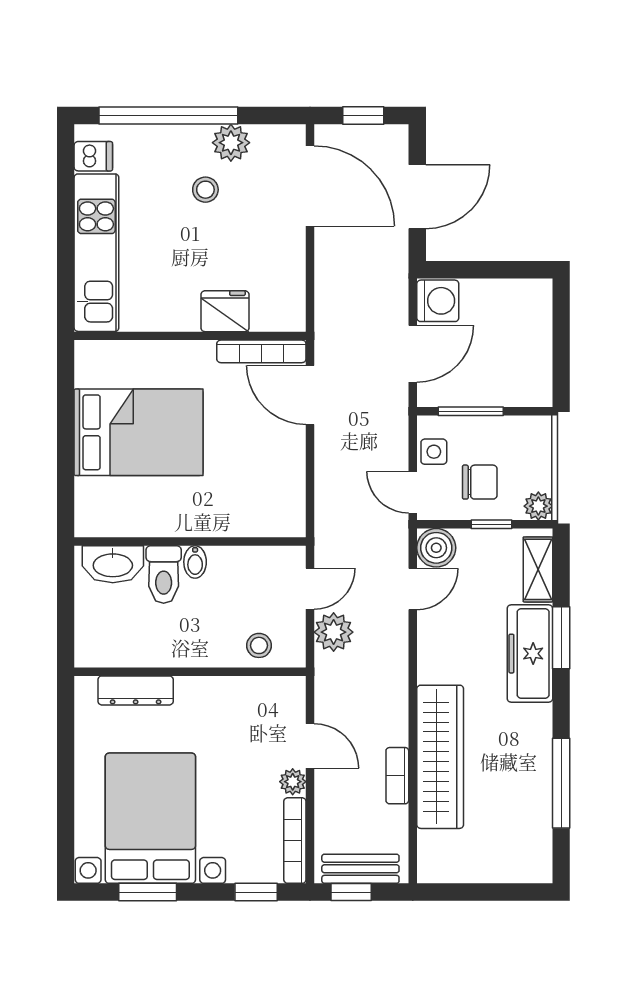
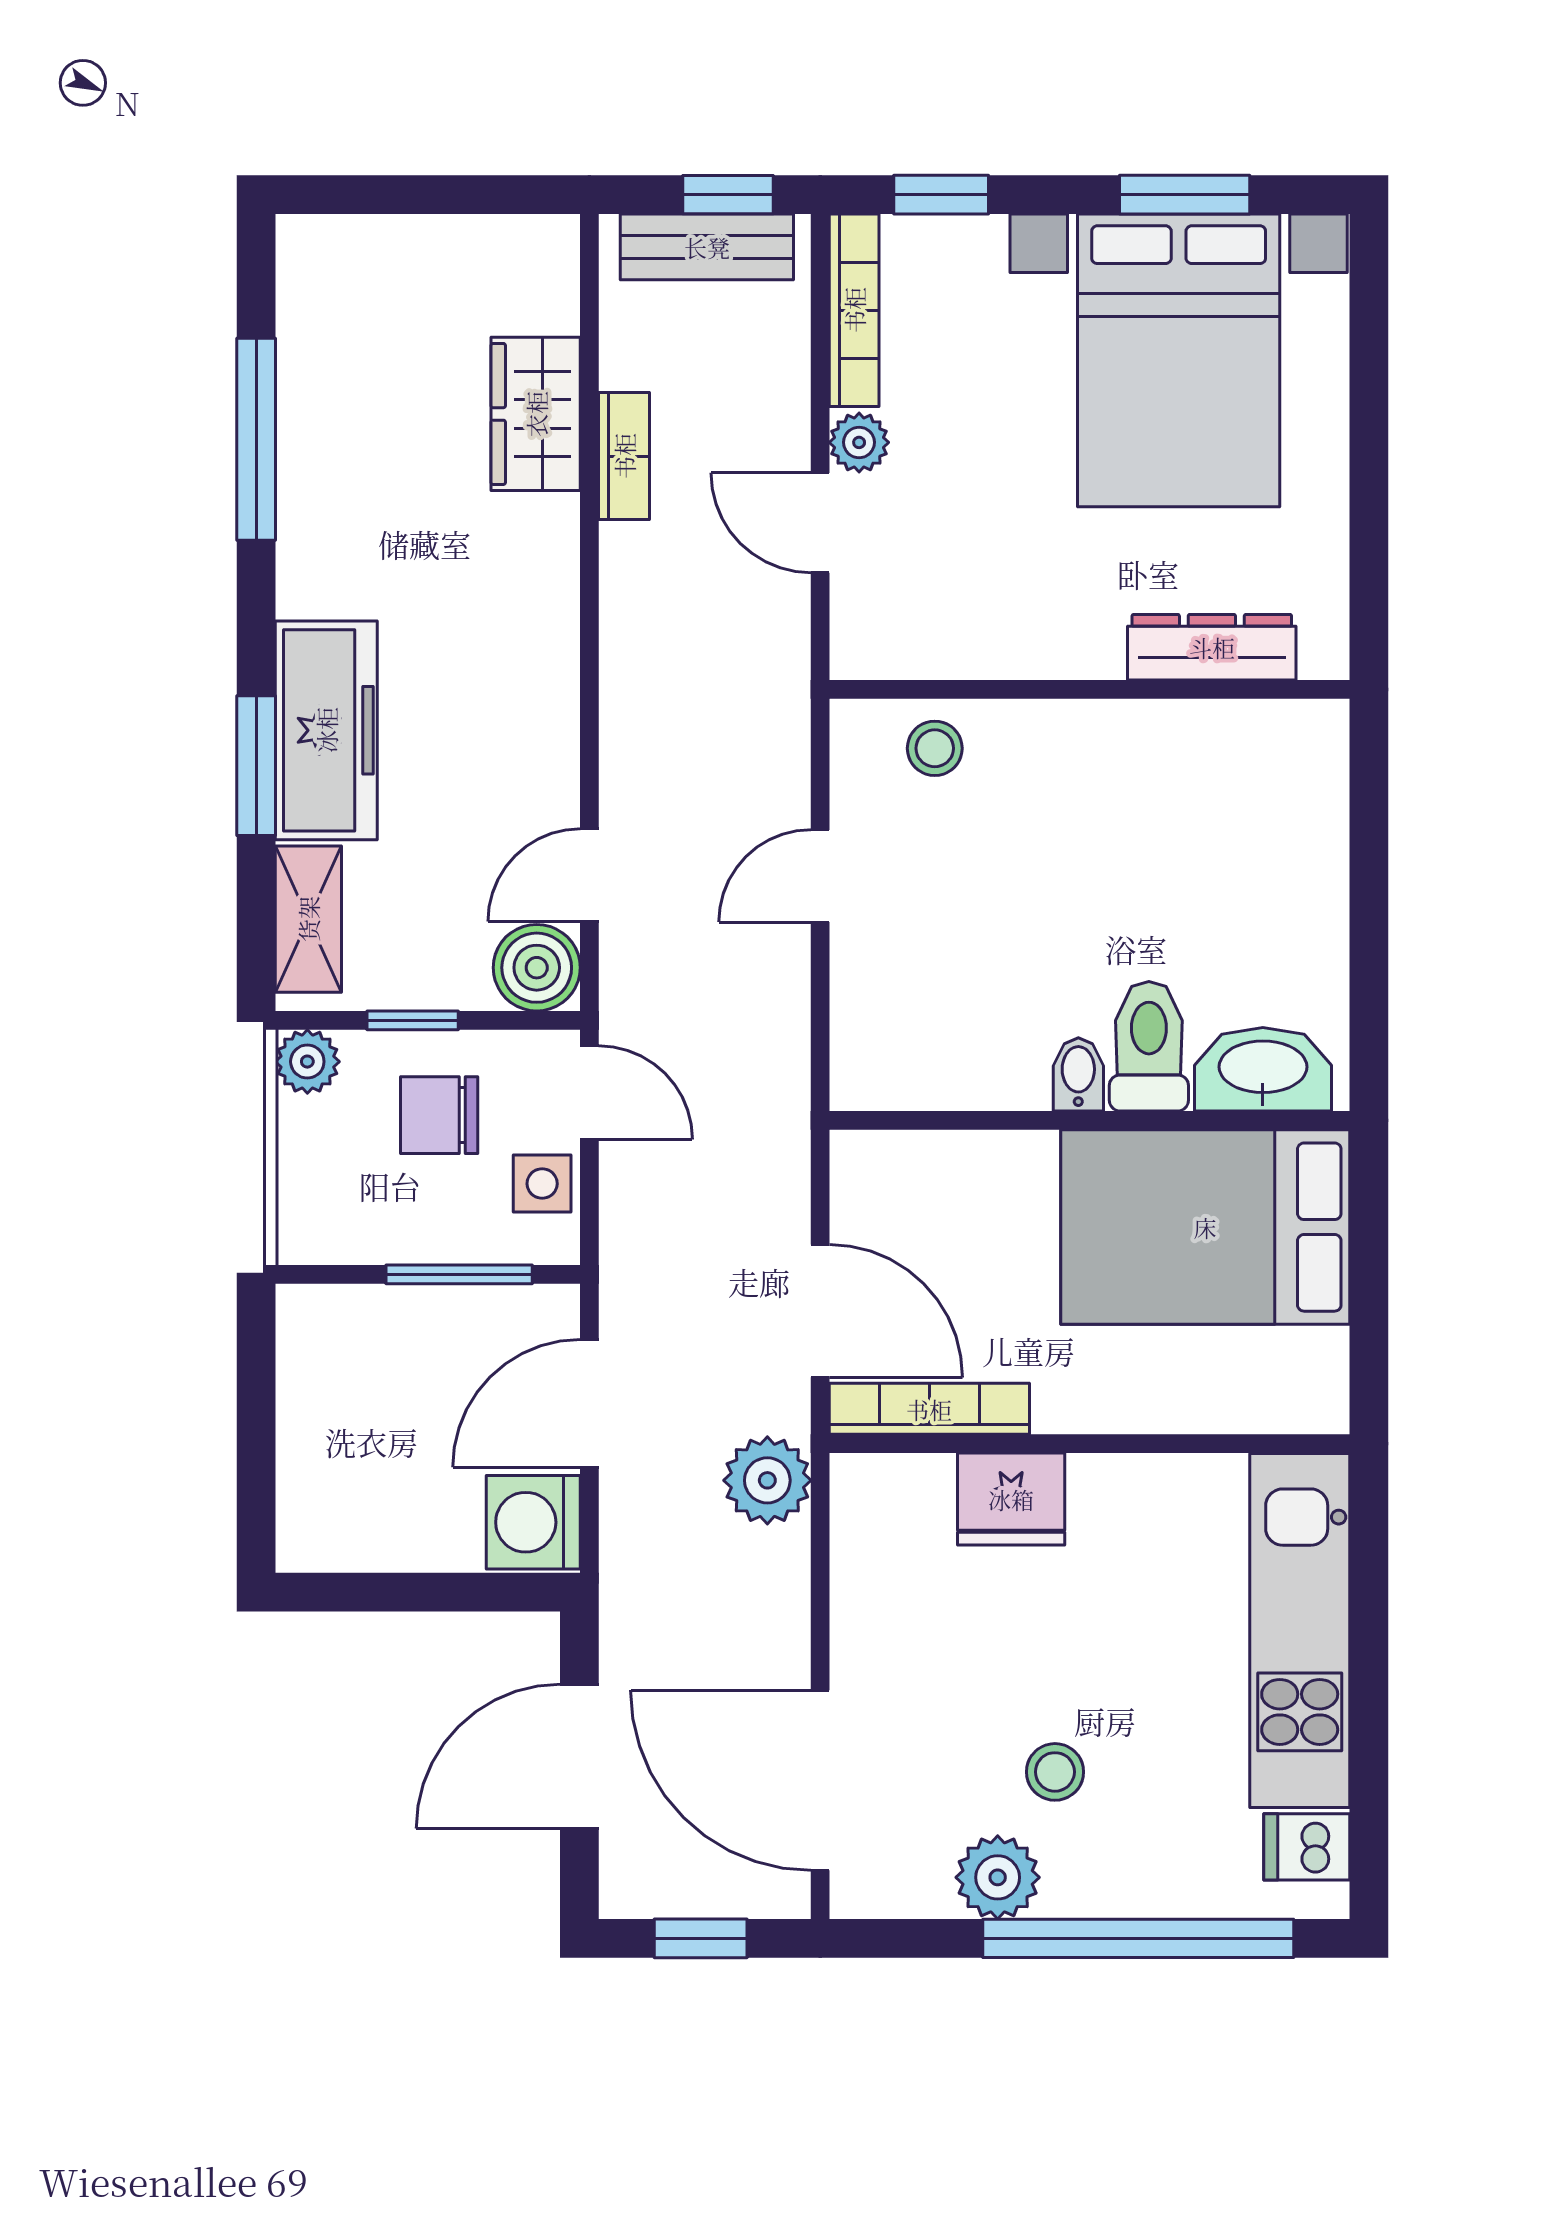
wall: (190, 541) -> (1090, 1120), moved
bidet: (195, 562) -> (1078, 1074), moved
washbasin: (113, 564) -> (1263, 1069), moved
toilet: (164, 574) -> (1149, 1046), moved
plant: (334, 632) -> (767, 1480), moved
wardrobe: (440, 757) -> (536, 414), width x0.48, depth x0.85

